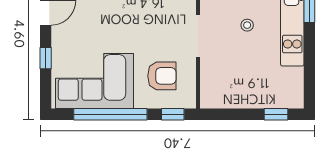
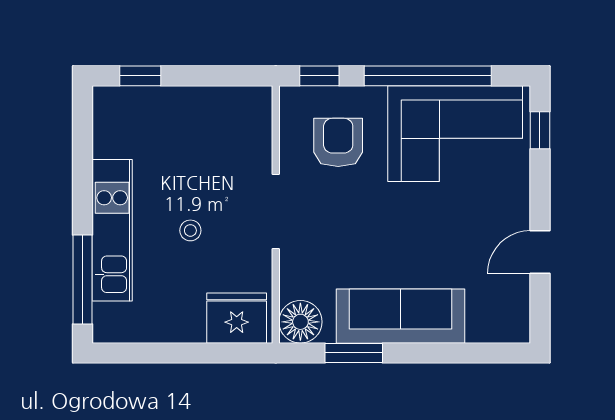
window: (46, 58) -> (540, 130), moved
armchair: (162, 76) -> (338, 142), turned 90

